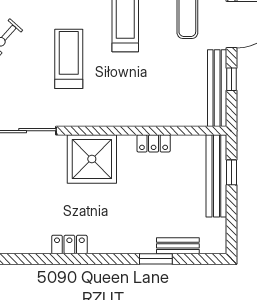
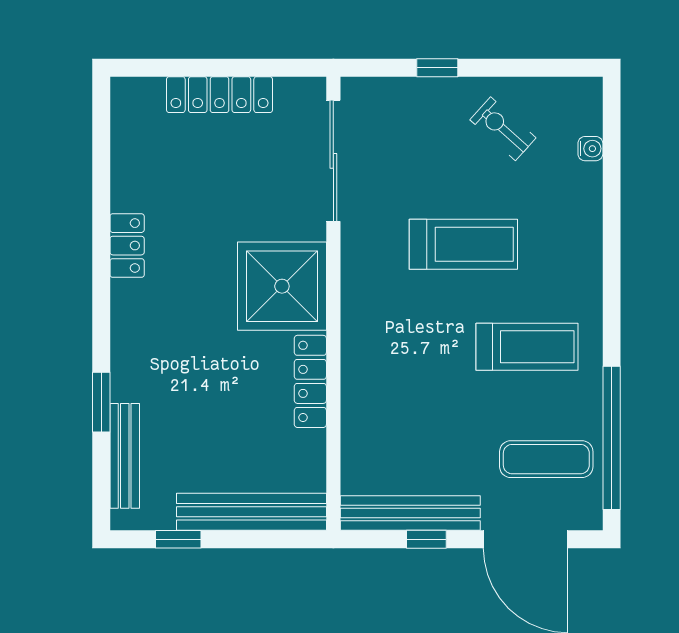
locker: (154, 143) -> (310, 381), width x1.53
window: (232, 172) -> (178, 539), moved
bench: (178, 246) -> (125, 456), width x1.36

